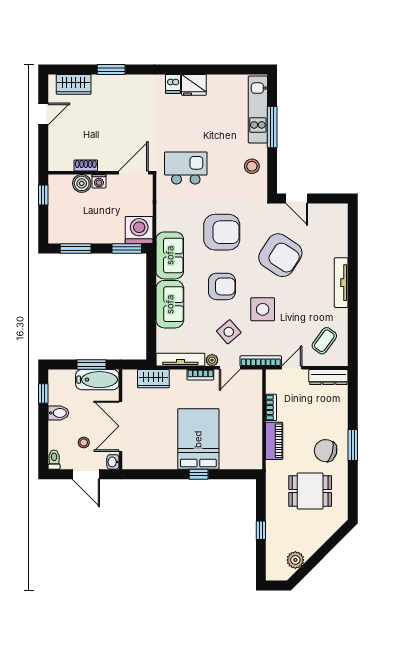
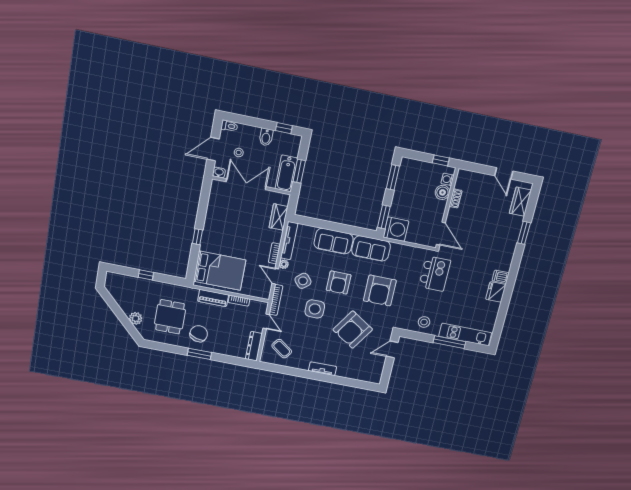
washing machine: (99, 181) -> (447, 179), moved
tv unit: (341, 283) -> (322, 369), width x0.71
bed: (198, 439) -> (220, 271), moved
plant: (295, 560) -> (136, 318), moved

